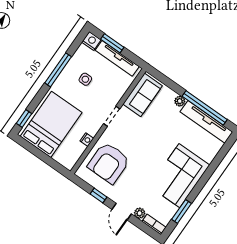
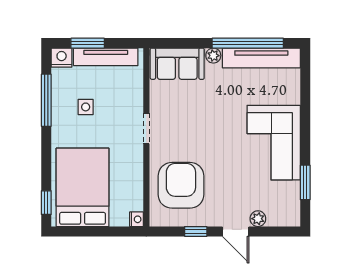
window: (58, 70) -> (46, 100), moved
sofa: (143, 95) -> (177, 64), moved, turned 90
nightstand: (87, 140) -> (137, 219), moved
armchair: (109, 163) -> (181, 185), turned 180
bookcase: (154, 224) -> (284, 220), removed

